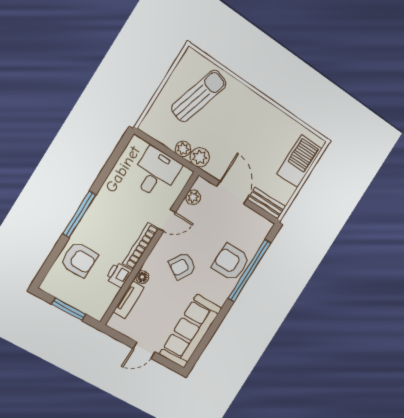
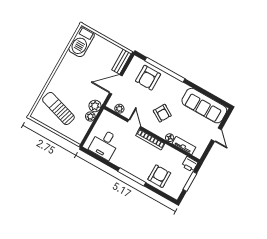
barbecue: (299, 161) -> (82, 42), moved, turned -90
desk: (156, 173) -> (105, 144), moved, turned -90
armchair: (231, 262) -> (148, 78), moved
printer: (119, 275) -> (190, 164), moved

